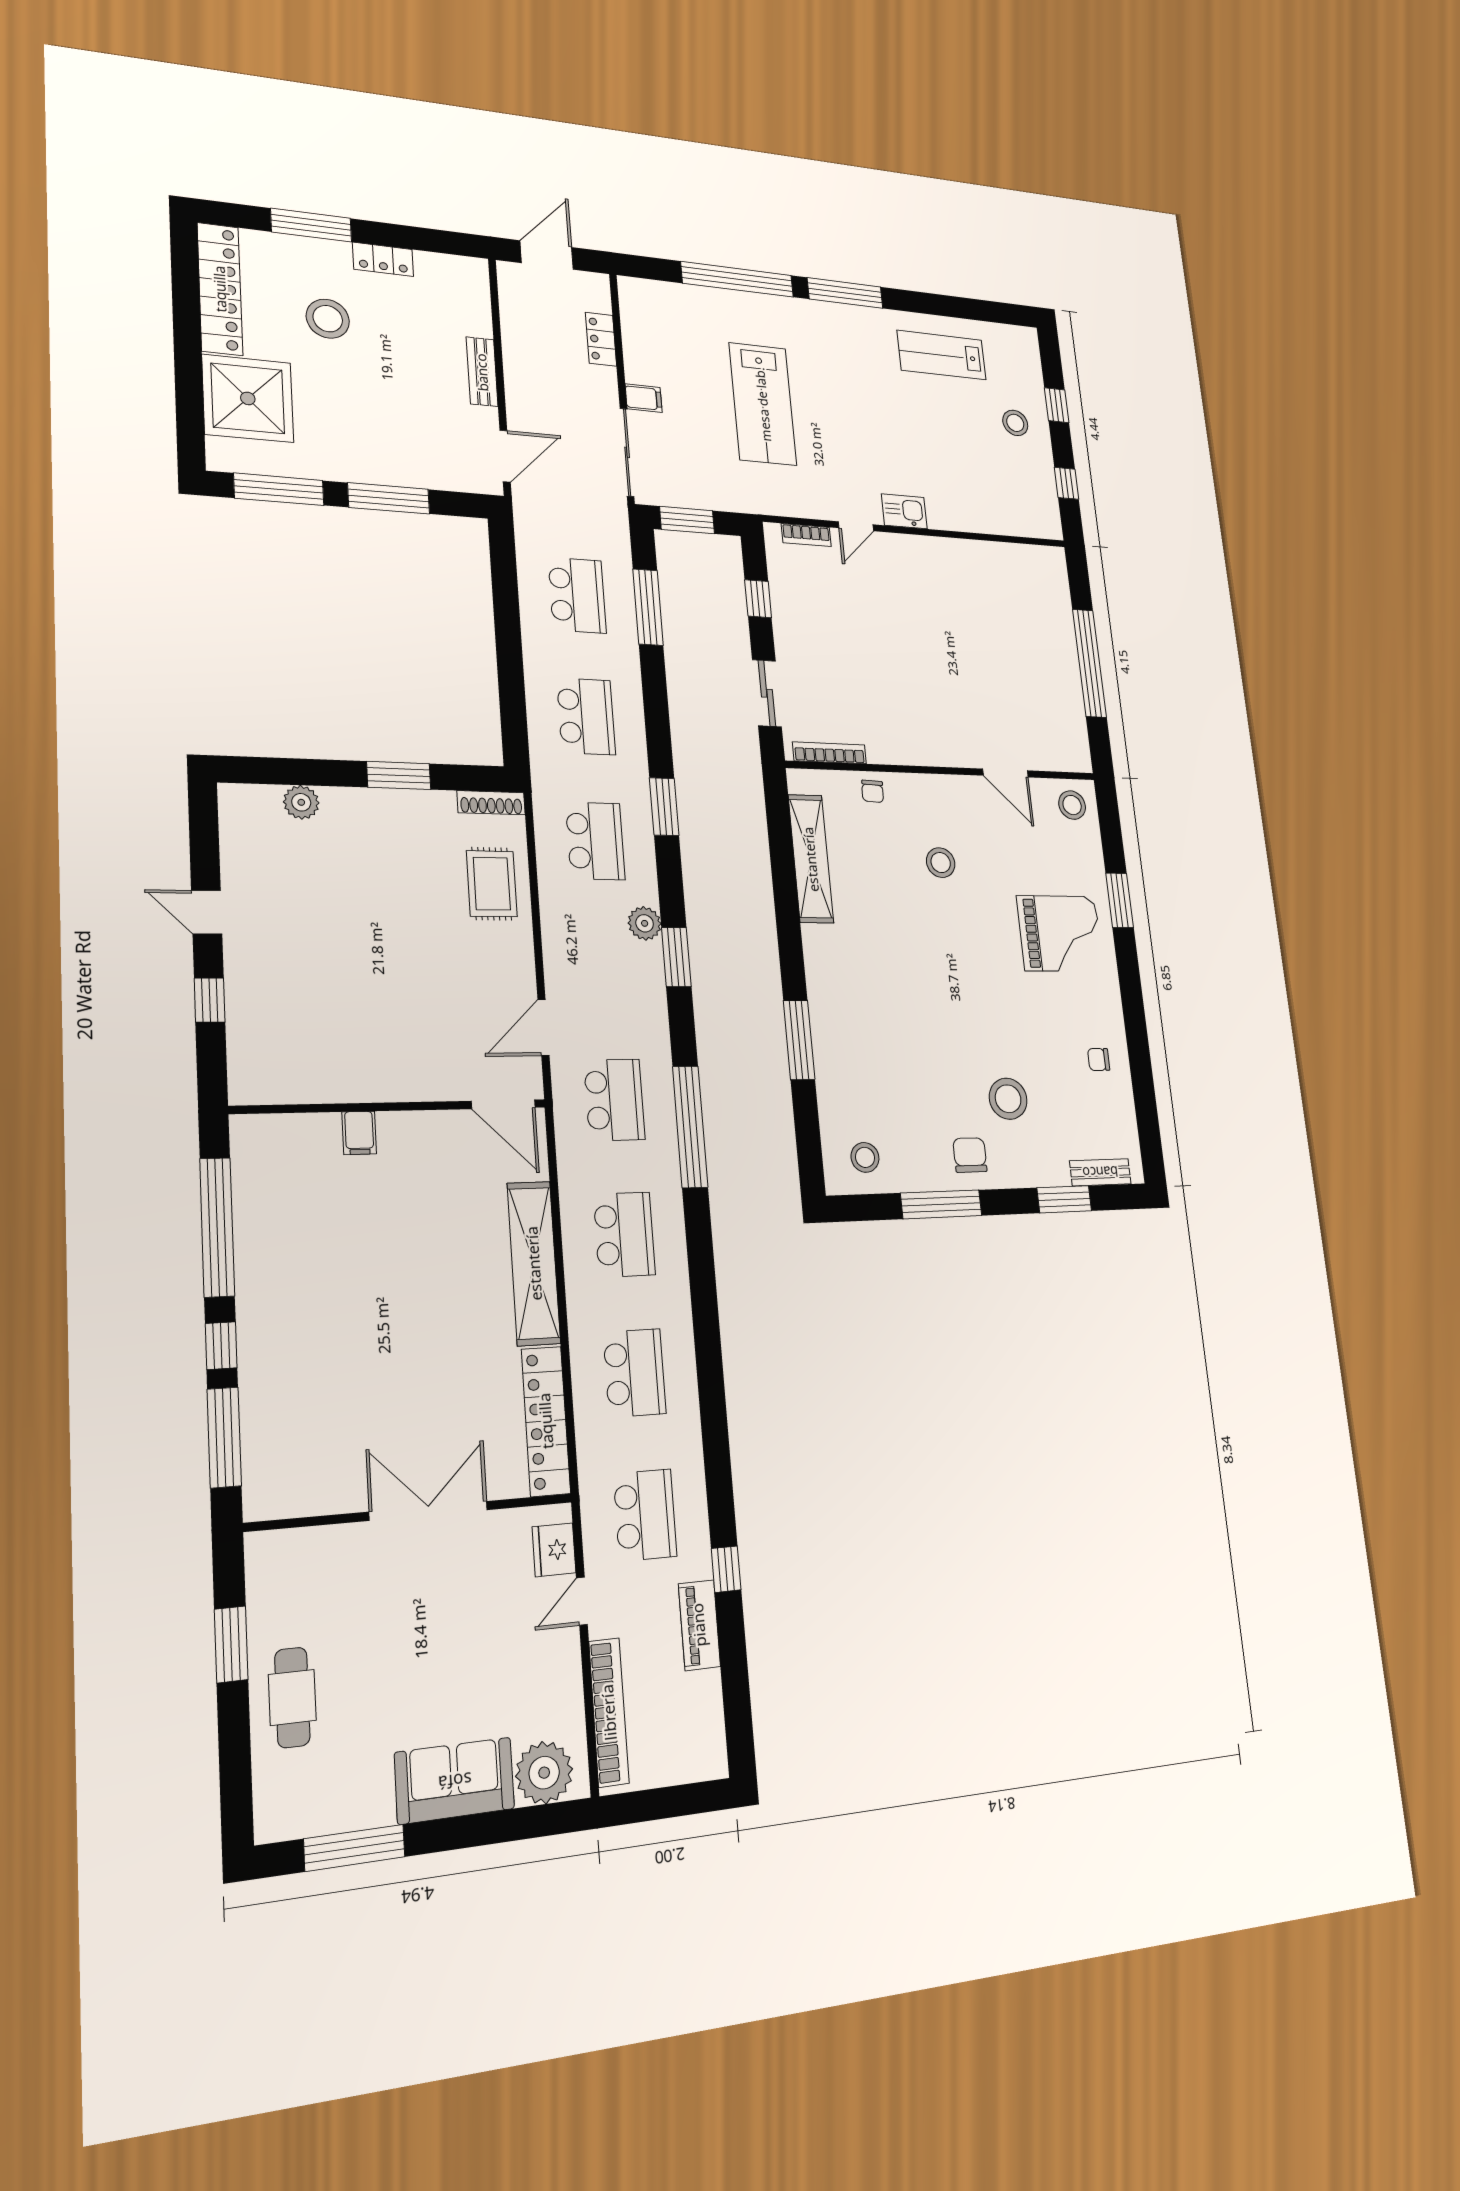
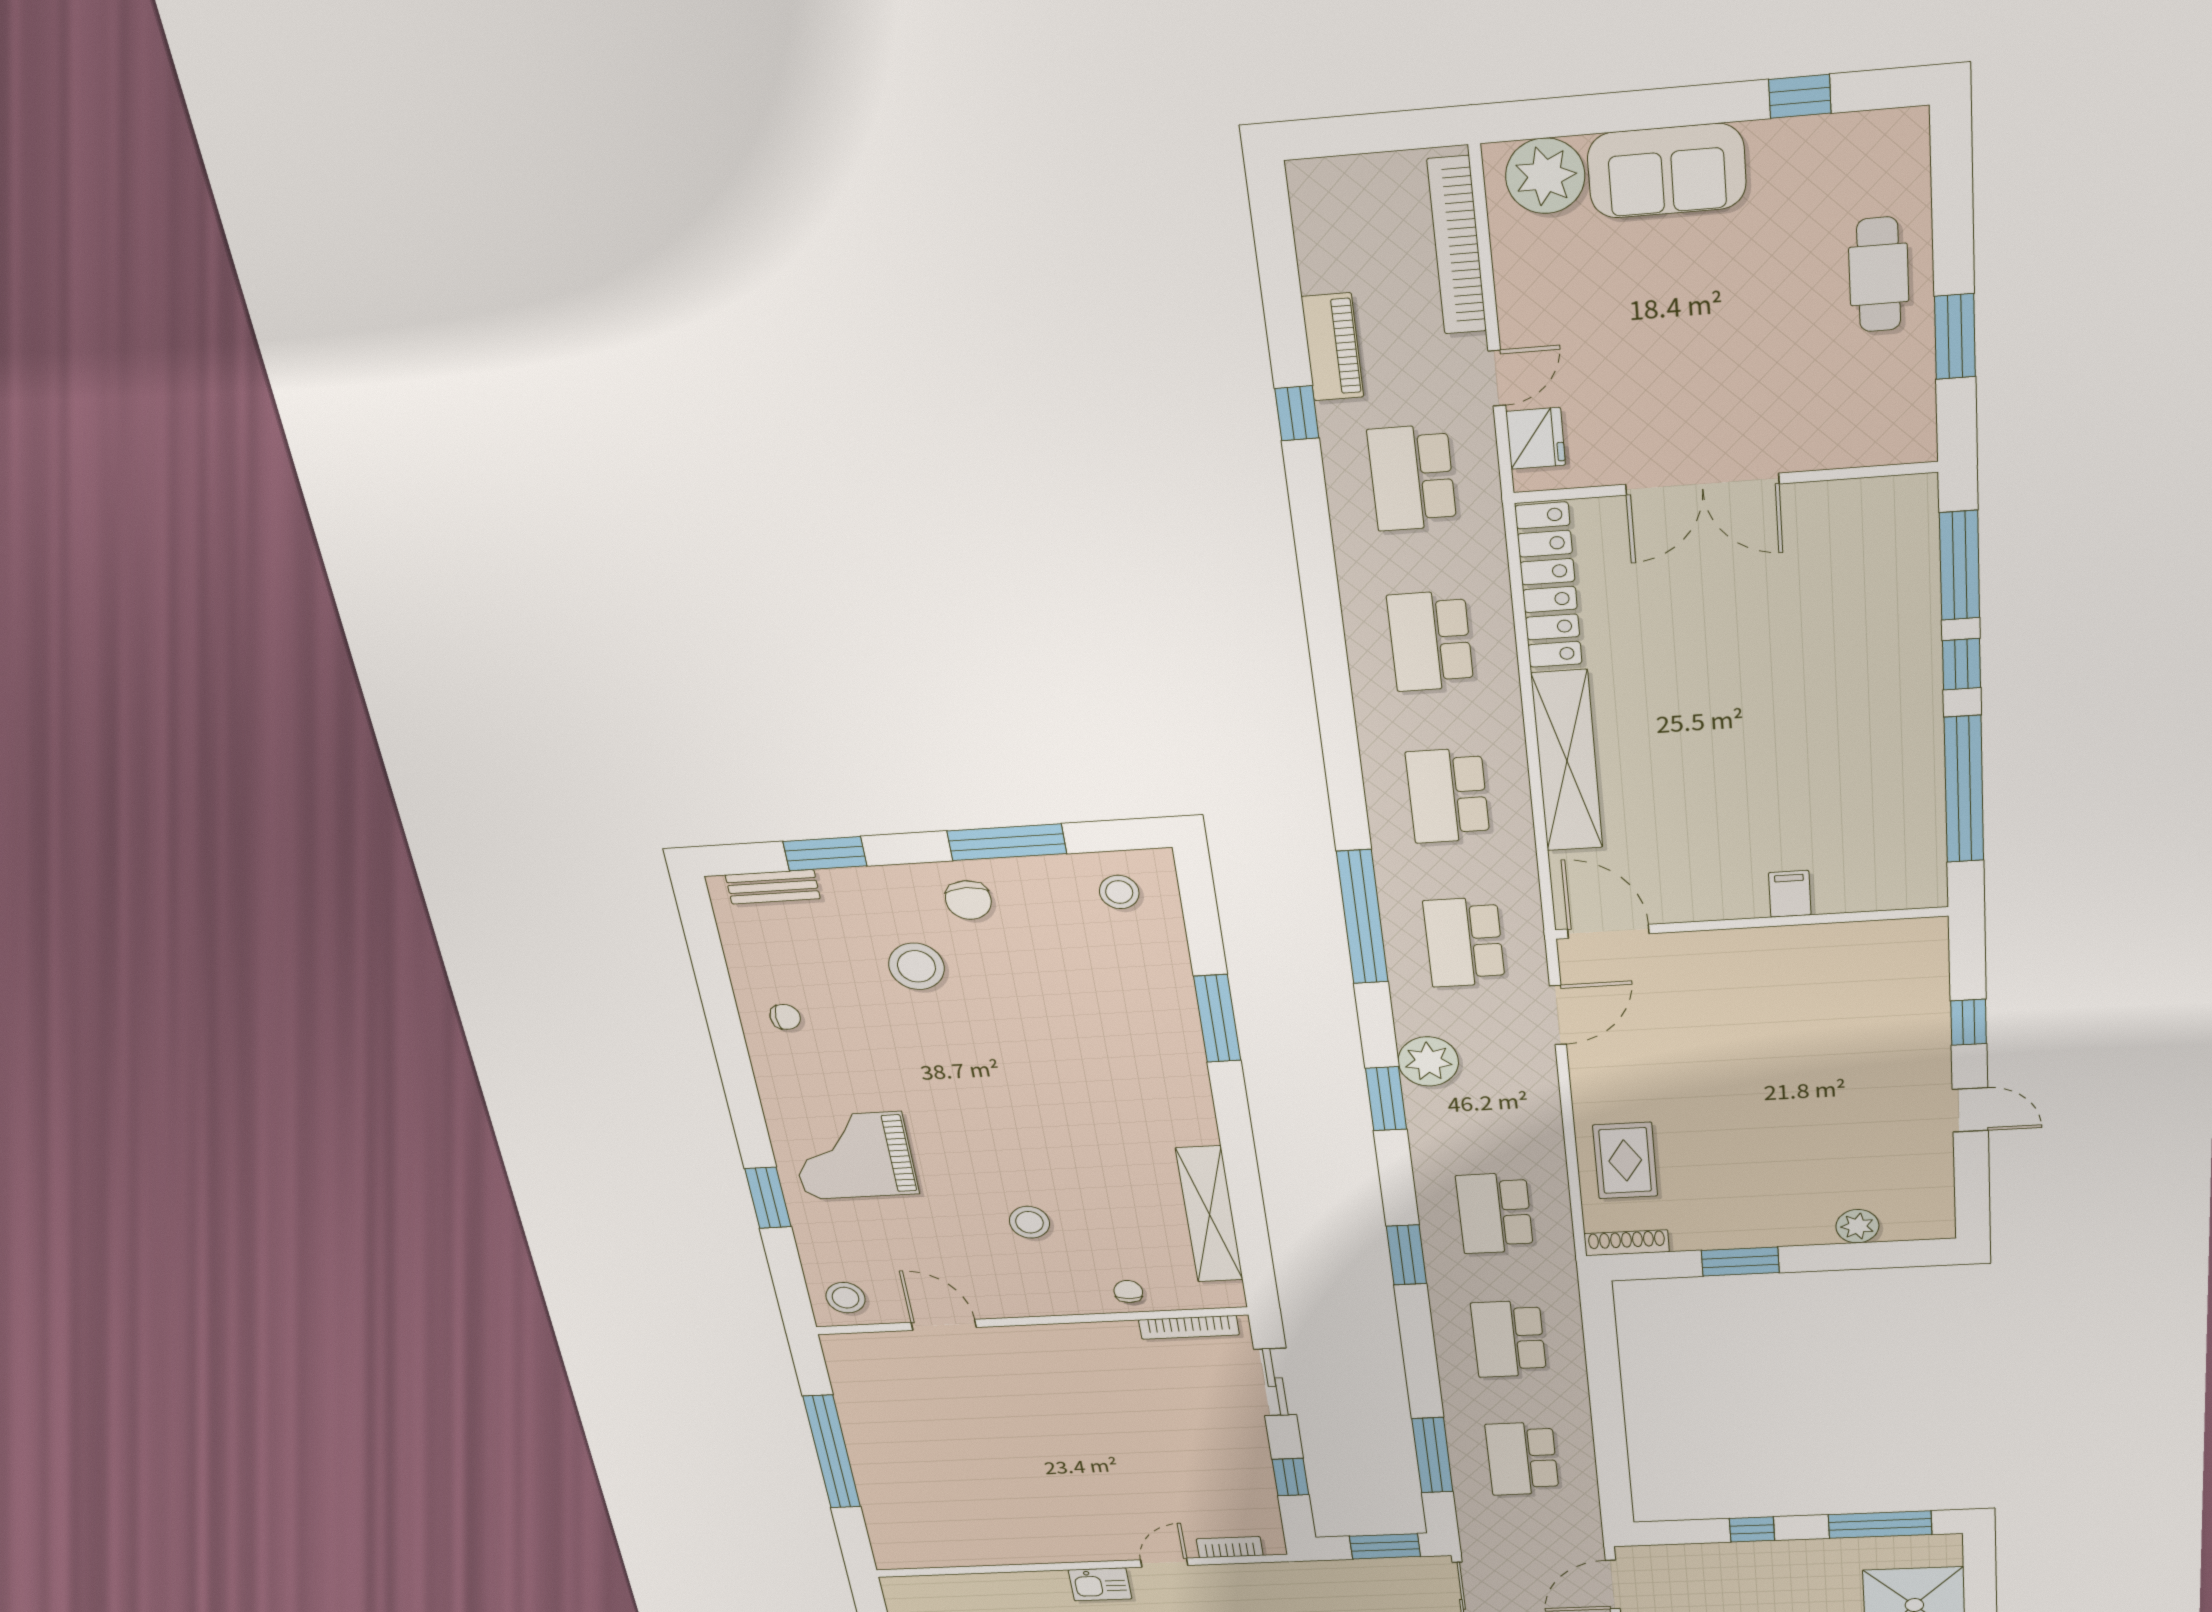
window: (389, 498) -> (1752, 1529), width x0.46
plant: (645, 923) -> (1428, 1061), moved, width x1.36, depth x1.36
window: (354, 1848) -> (1800, 96), width x0.46

